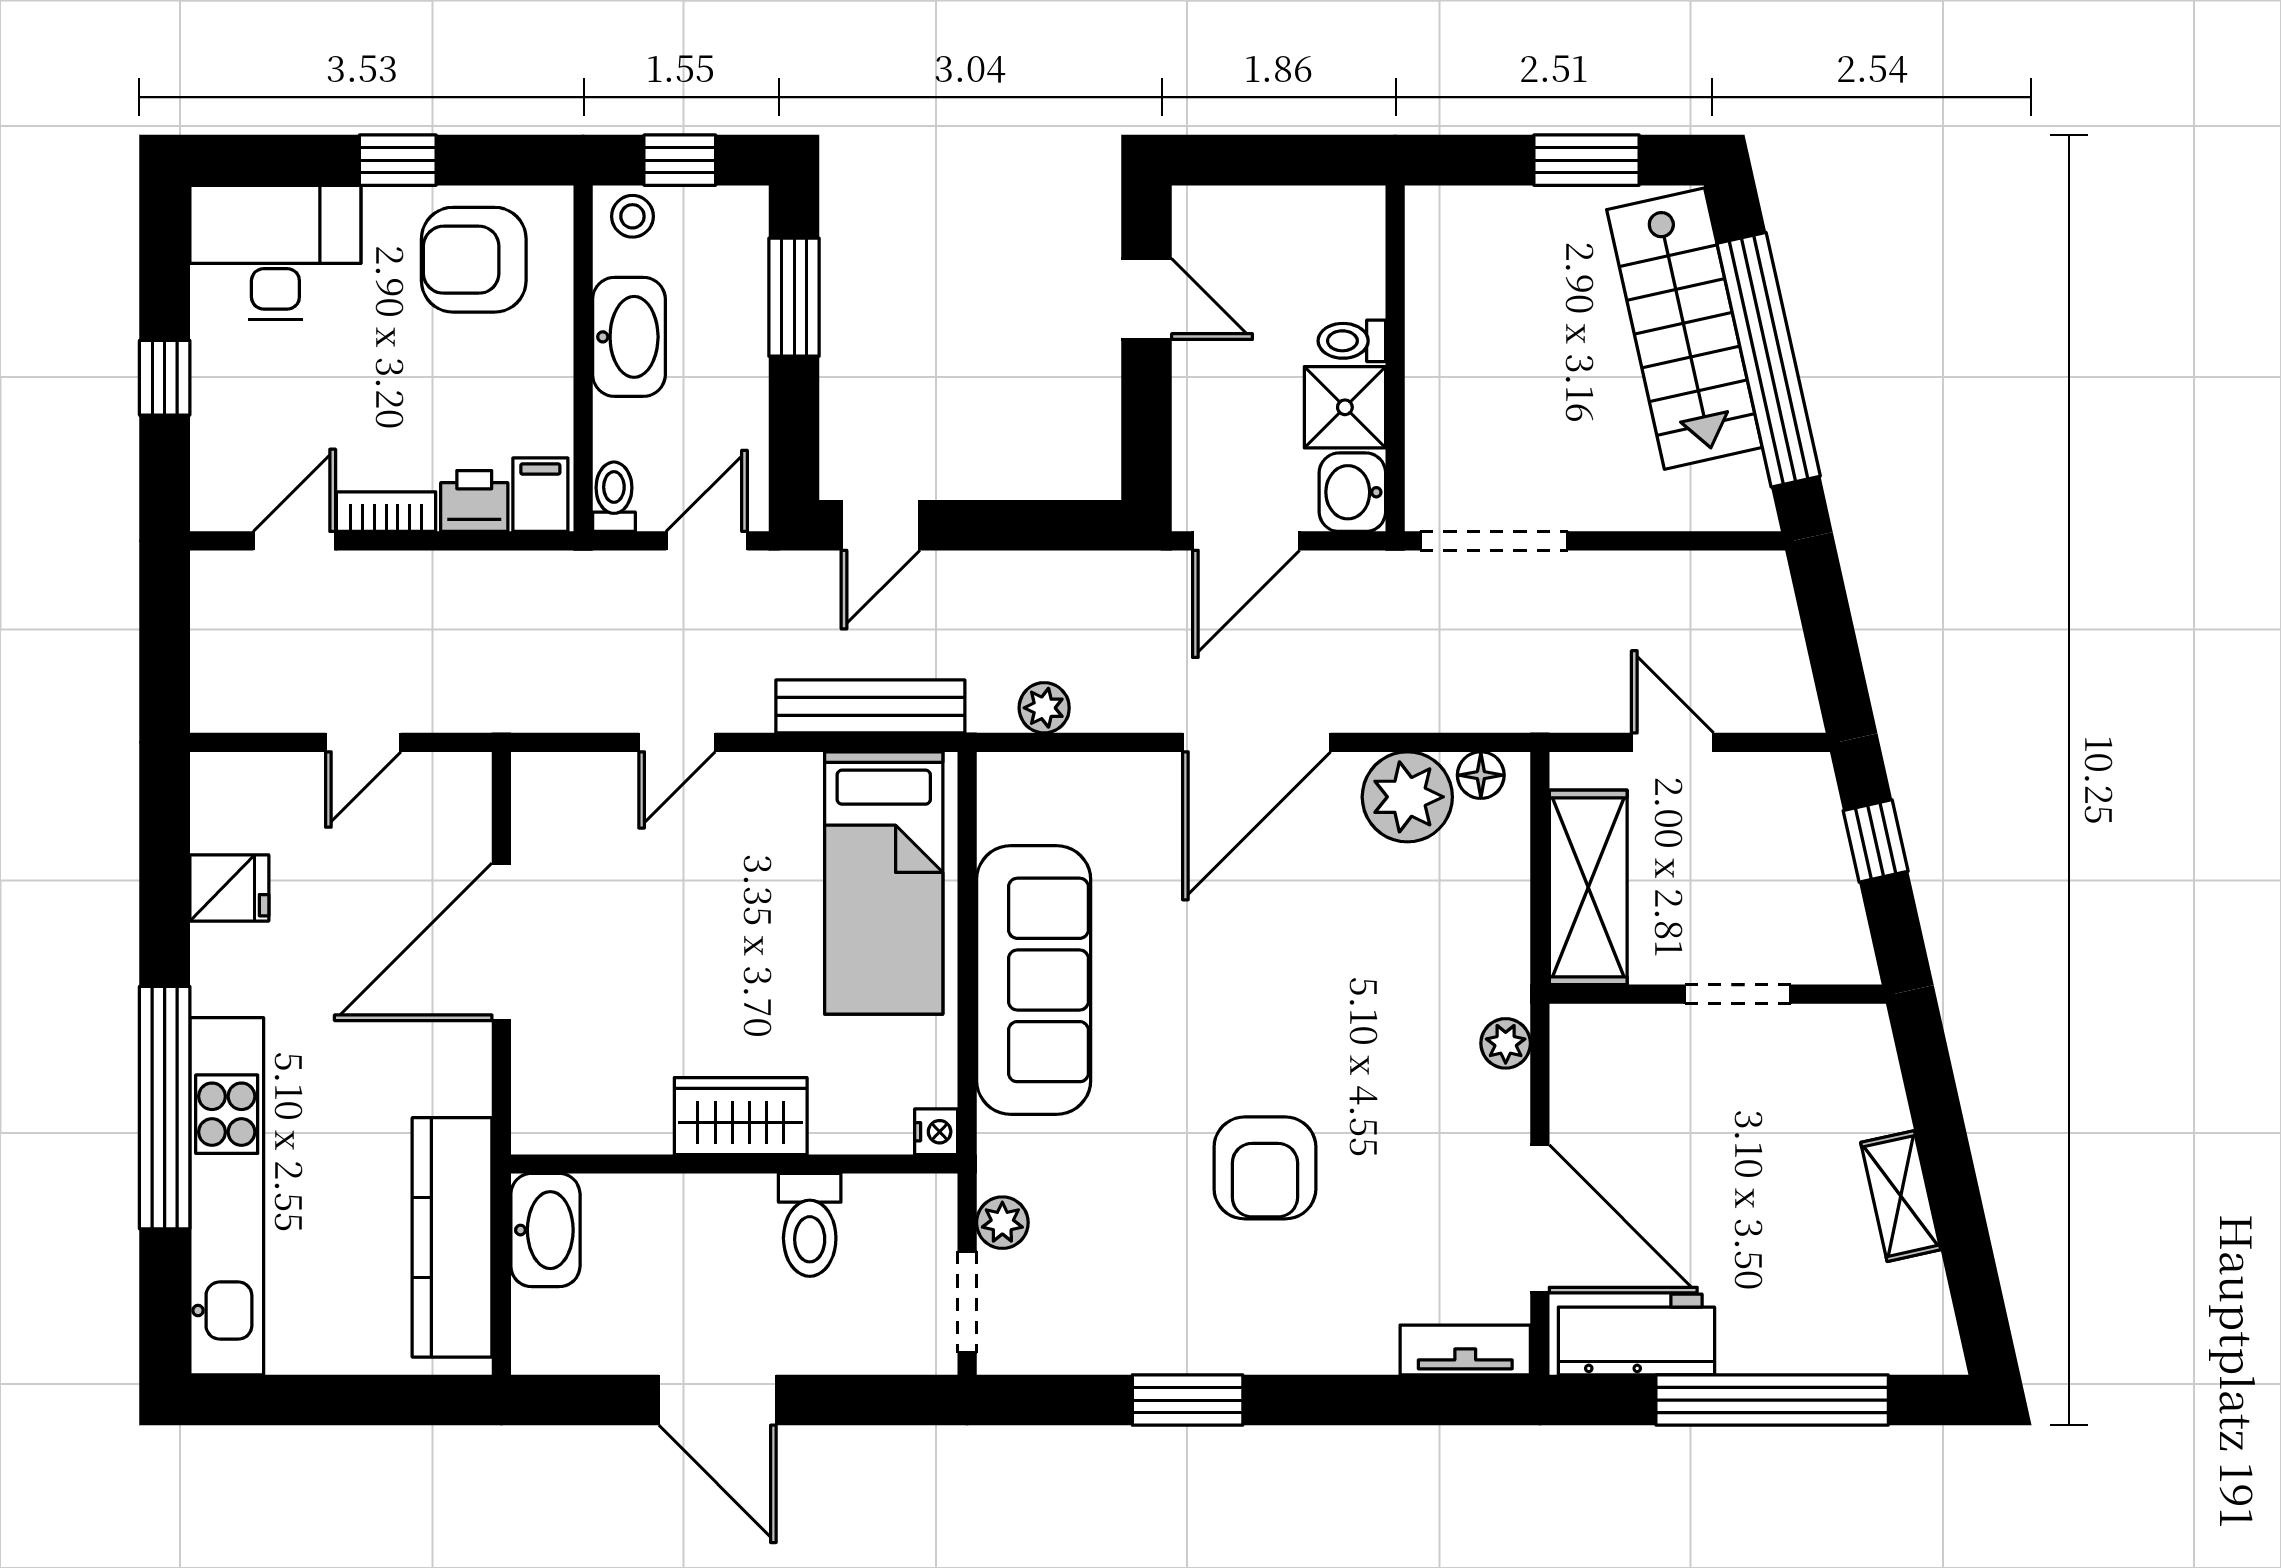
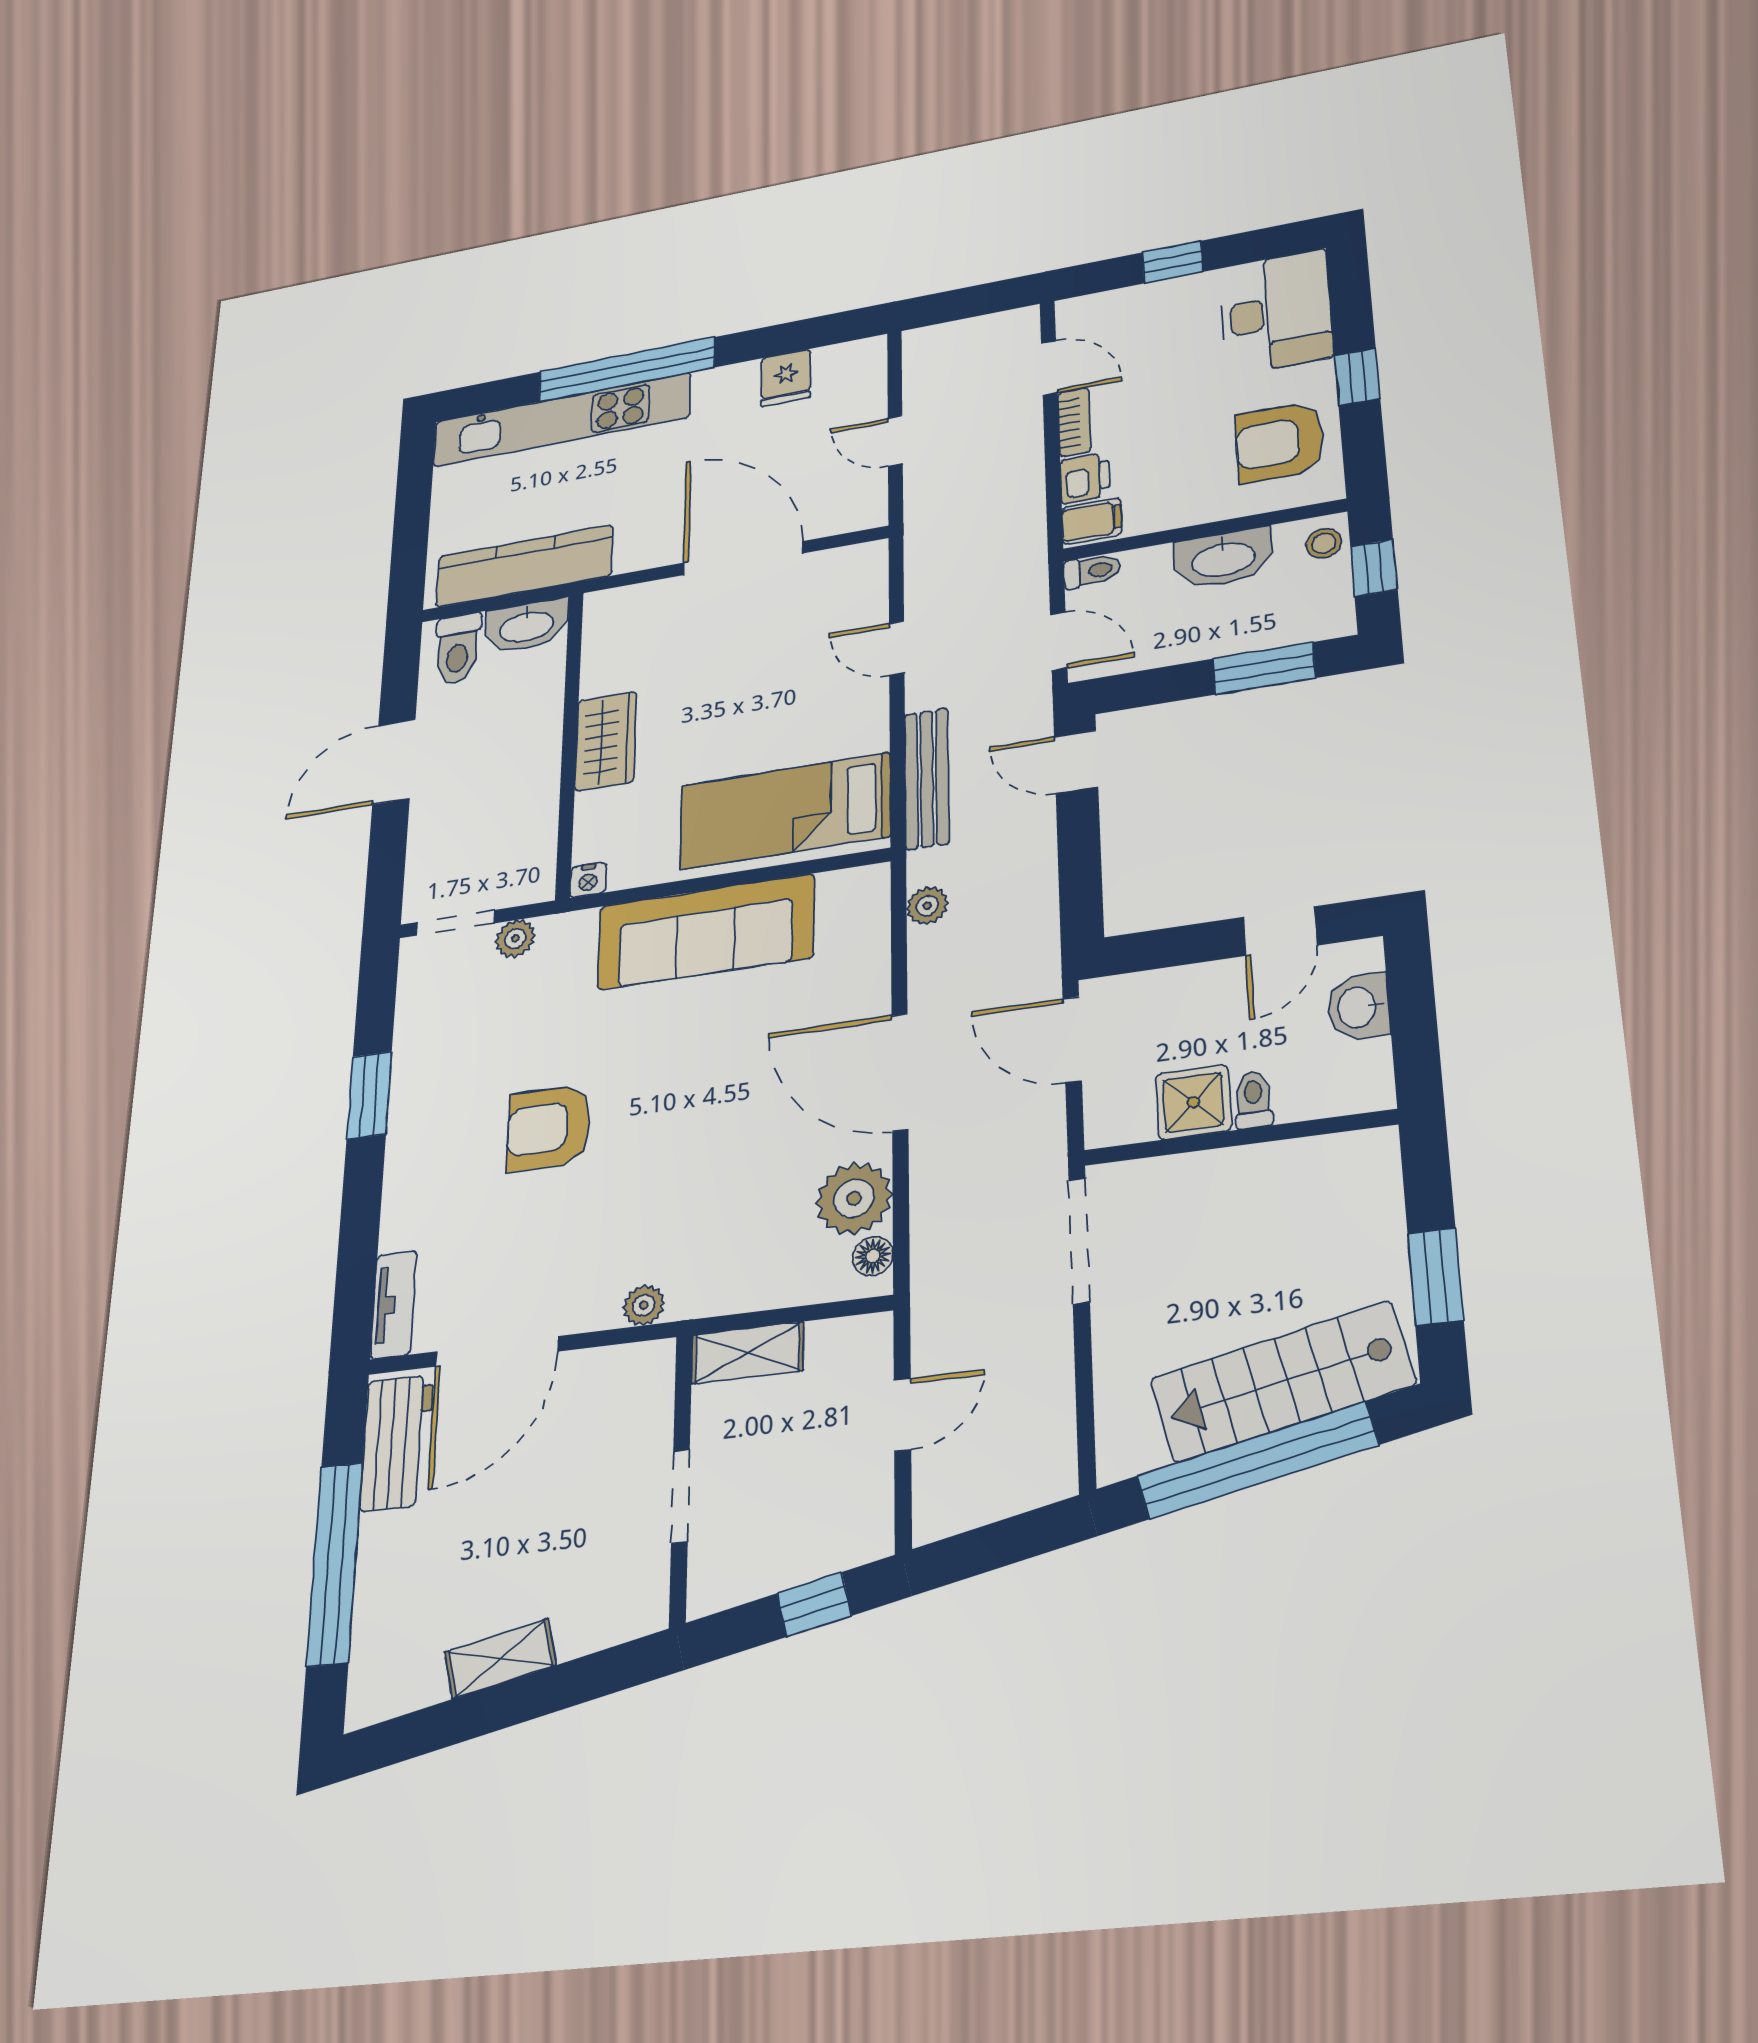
armchair: (474, 260) -> (1280, 442), turned -90
washbasin: (1352, 492) -> (1358, 1007), moved, turned -90
shelving: (1588, 887) -> (747, 1353), width x0.67, depth x0.75
toilet: (810, 1225) -> (458, 649), moved, turned -90

